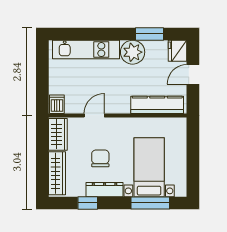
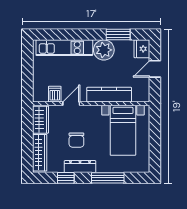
dishwasher: (57, 104) -> (55, 94), moved
kitchen counter: (157, 105) -> (109, 95), moved
chair: (100, 158) -> (76, 140), turned 180
bed with nightstands: (149, 167) -> (123, 130), moved, turned 180
window: (150, 203) -> (108, 178), moved

